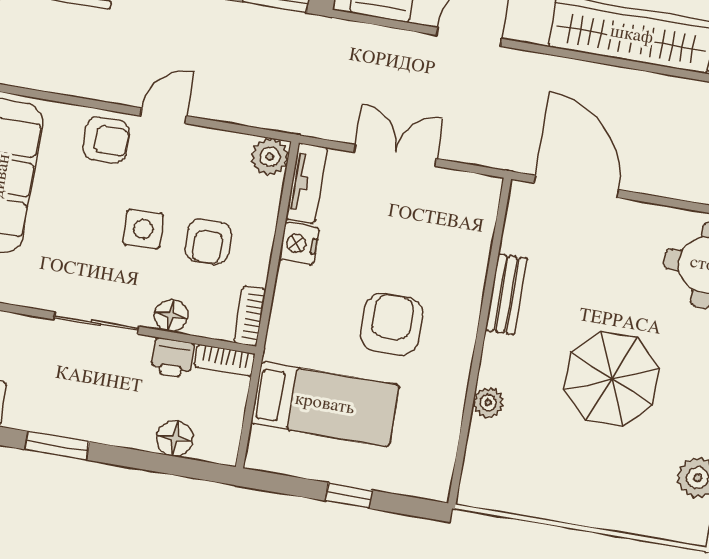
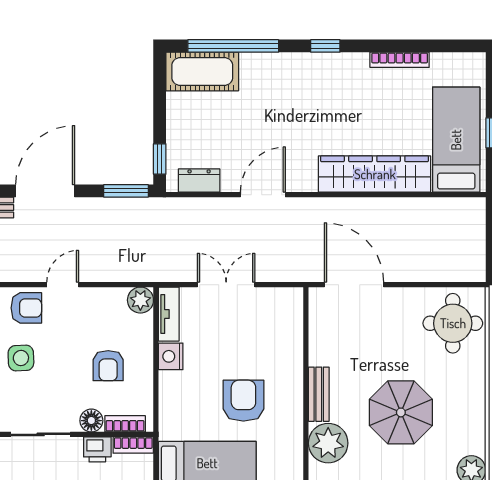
side table: (143, 229) -> (21, 358), moved
bench: (506, 294) -> (319, 394), moved
bookcase: (250, 316) -> (125, 424), moved, turned 90
plant: (488, 403) -> (328, 443), width x1.87, depth x1.87

